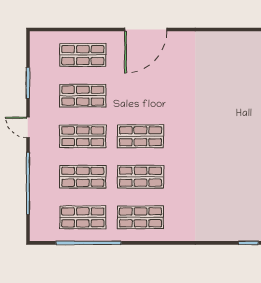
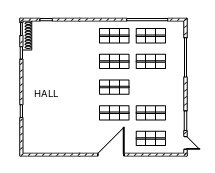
door: (28, 127) -> (186, 143), moved
shop shelf: (83, 136) -> (114, 113), moved

